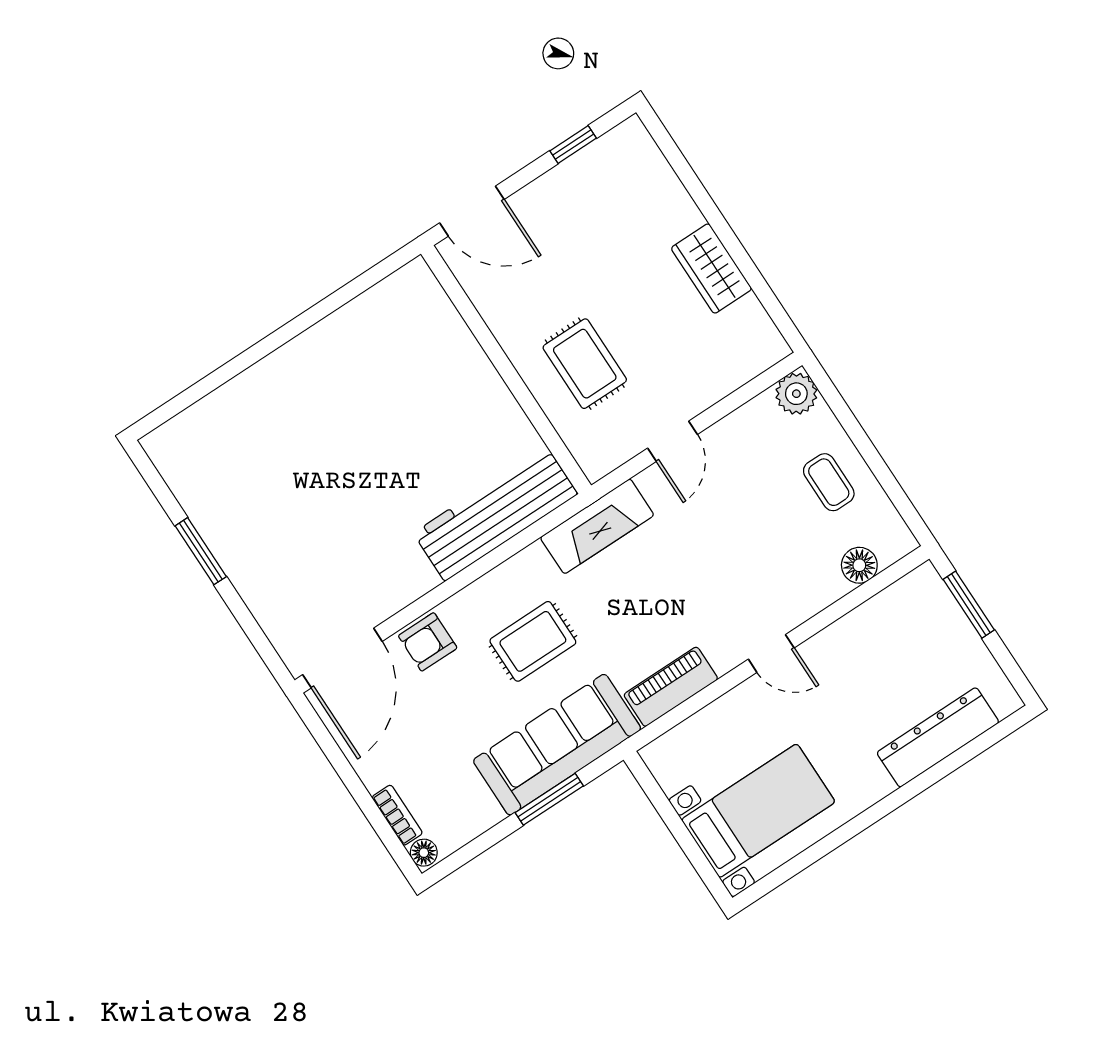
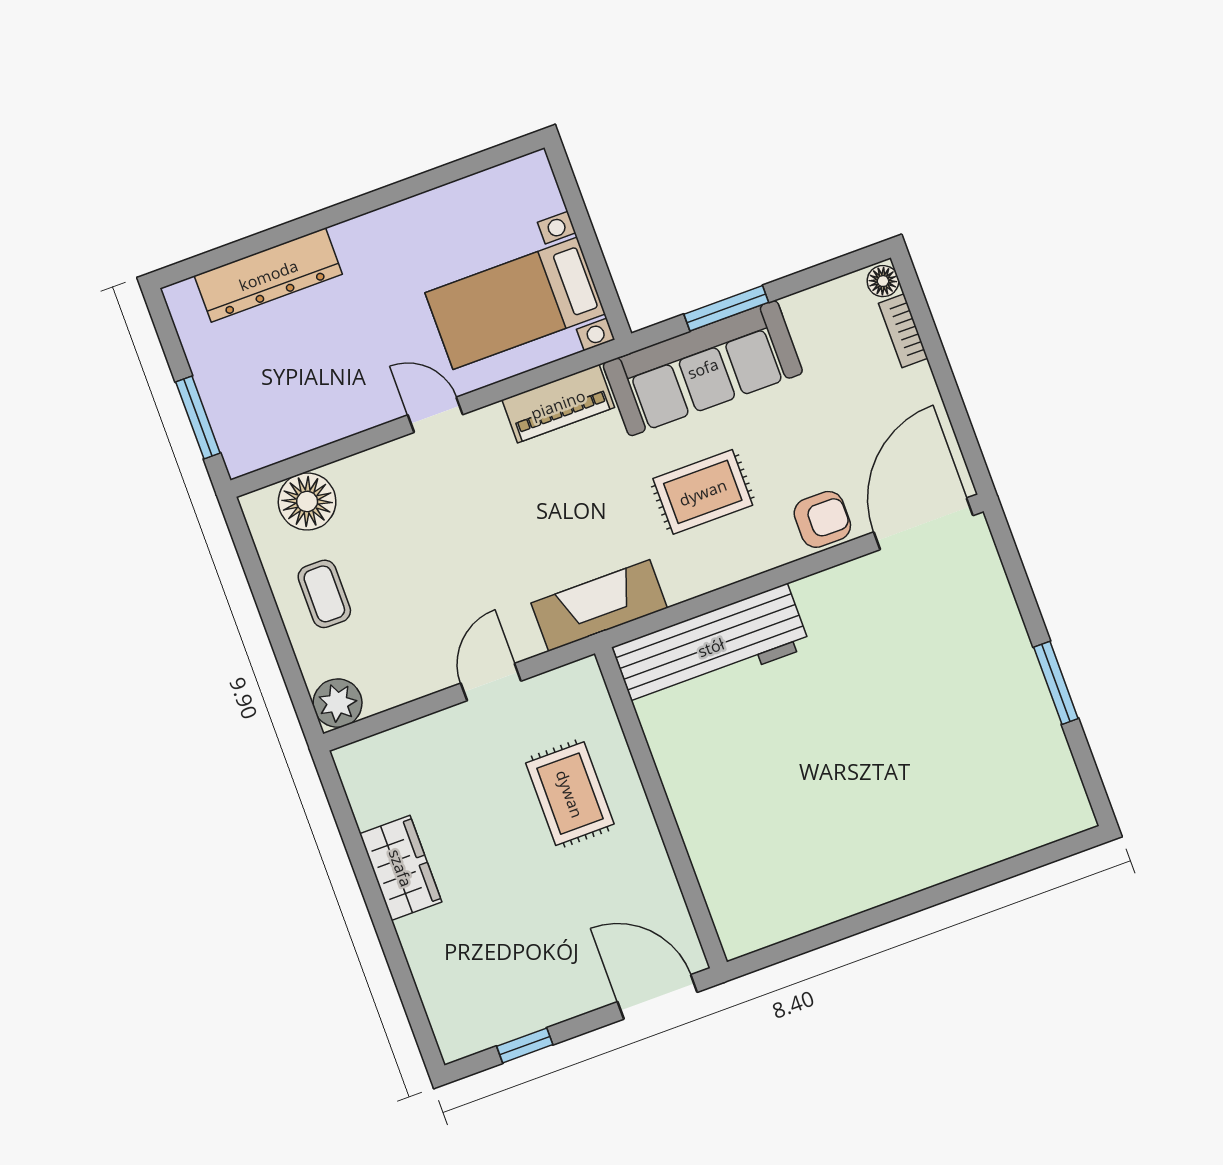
floor lamp: (859, 565) -> (307, 501), width x1.38, depth x1.38
bed with nightstands: (758, 811) -> (515, 303), moved

